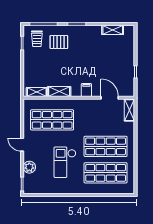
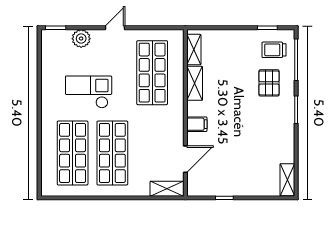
shelving: (113, 30) -> (287, 180), moved

